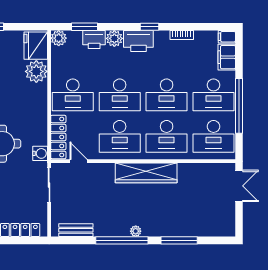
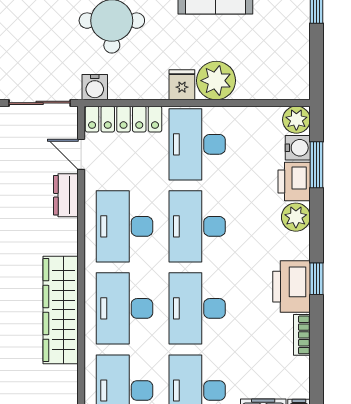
water cooler: (75, 37) -> (298, 148), added
printer: (138, 41) -> (292, 287), moved
fridge: (36, 46) -> (182, 85), moved, width x0.53, depth x0.75
plant: (36, 71) -> (216, 81), moved
door: (79, 161) -> (81, 154), swing flipped
dresser: (102, 170) -> (66, 195), added
wardrobe: (146, 173) -> (61, 310), moved

